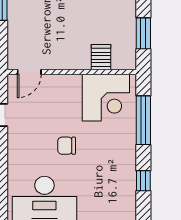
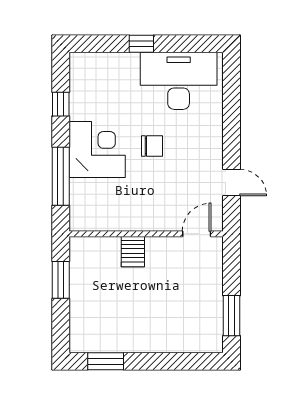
server rack: (101, 57) -> (133, 252), moved
corner desk: (106, 98) -> (97, 149), moved, turned 90

